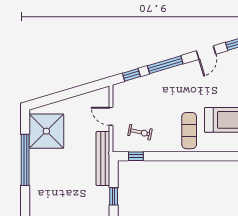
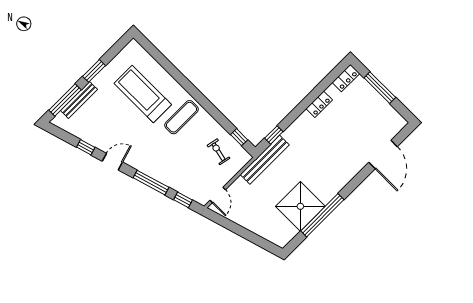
door: (111, 116) -> (218, 195), moved
shower: (46, 131) -> (300, 206), moved
window: (114, 196) -> (274, 135), moved

